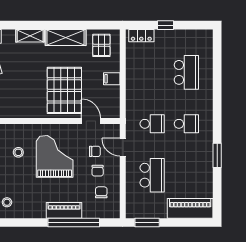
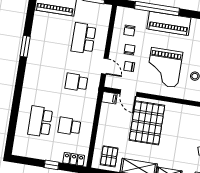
filing cabinet: (112, 79) -> (109, 98), moved
school desk: (186, 124) -> (69, 126), moved
piano: (64, 210) -> (169, 23), width x1.37, depth x1.33

